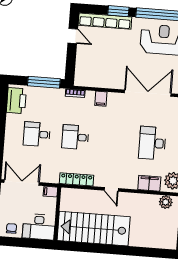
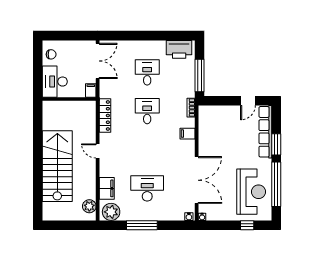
door: (111, 189) -> (98, 151), hinge flipped
stairs: (94, 229) -> (57, 166), moved

